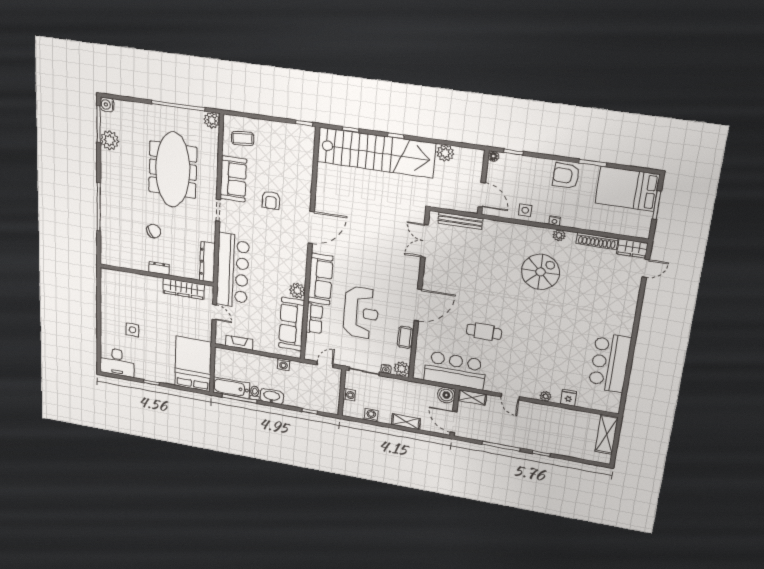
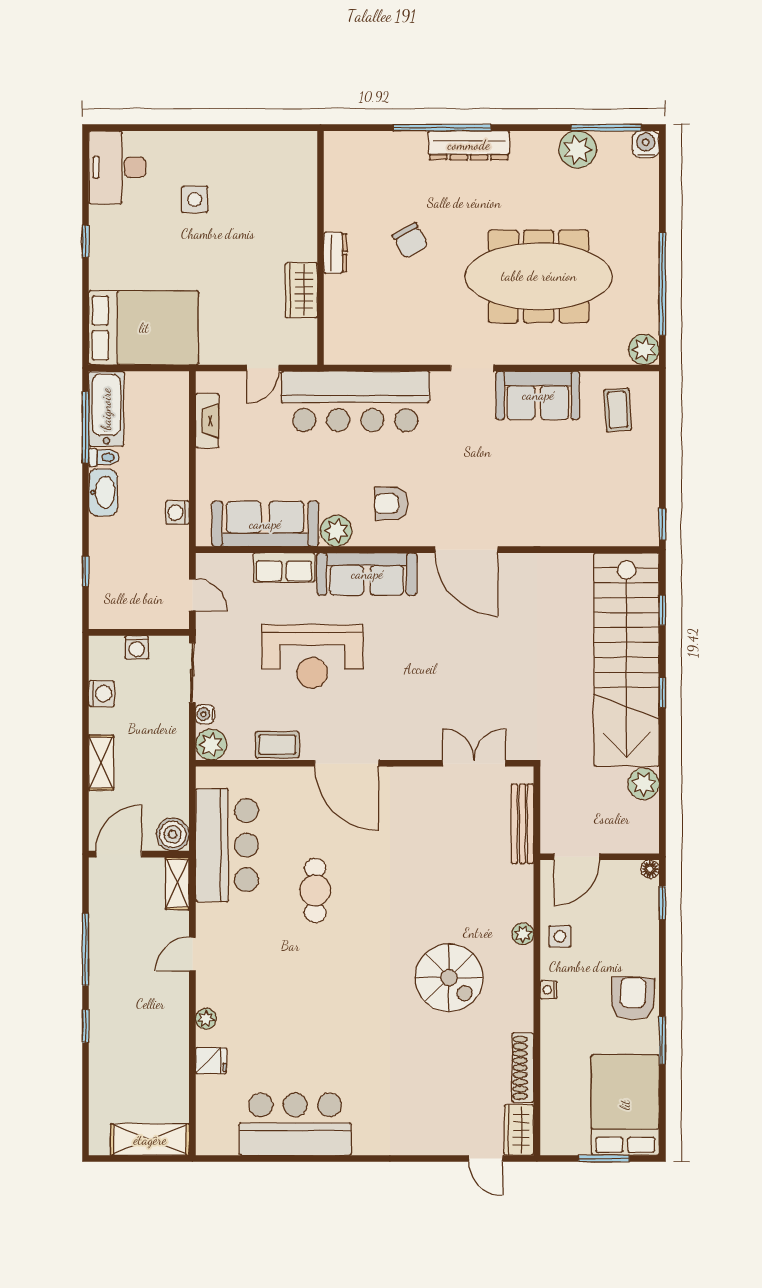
armchair: (271, 200) -> (391, 504), moved
plant: (559, 235) -> (523, 934), moved
dresser: (207, 262) -> (469, 145), moved, turned 180
wardrobe: (184, 289) -> (301, 290), width x0.67

